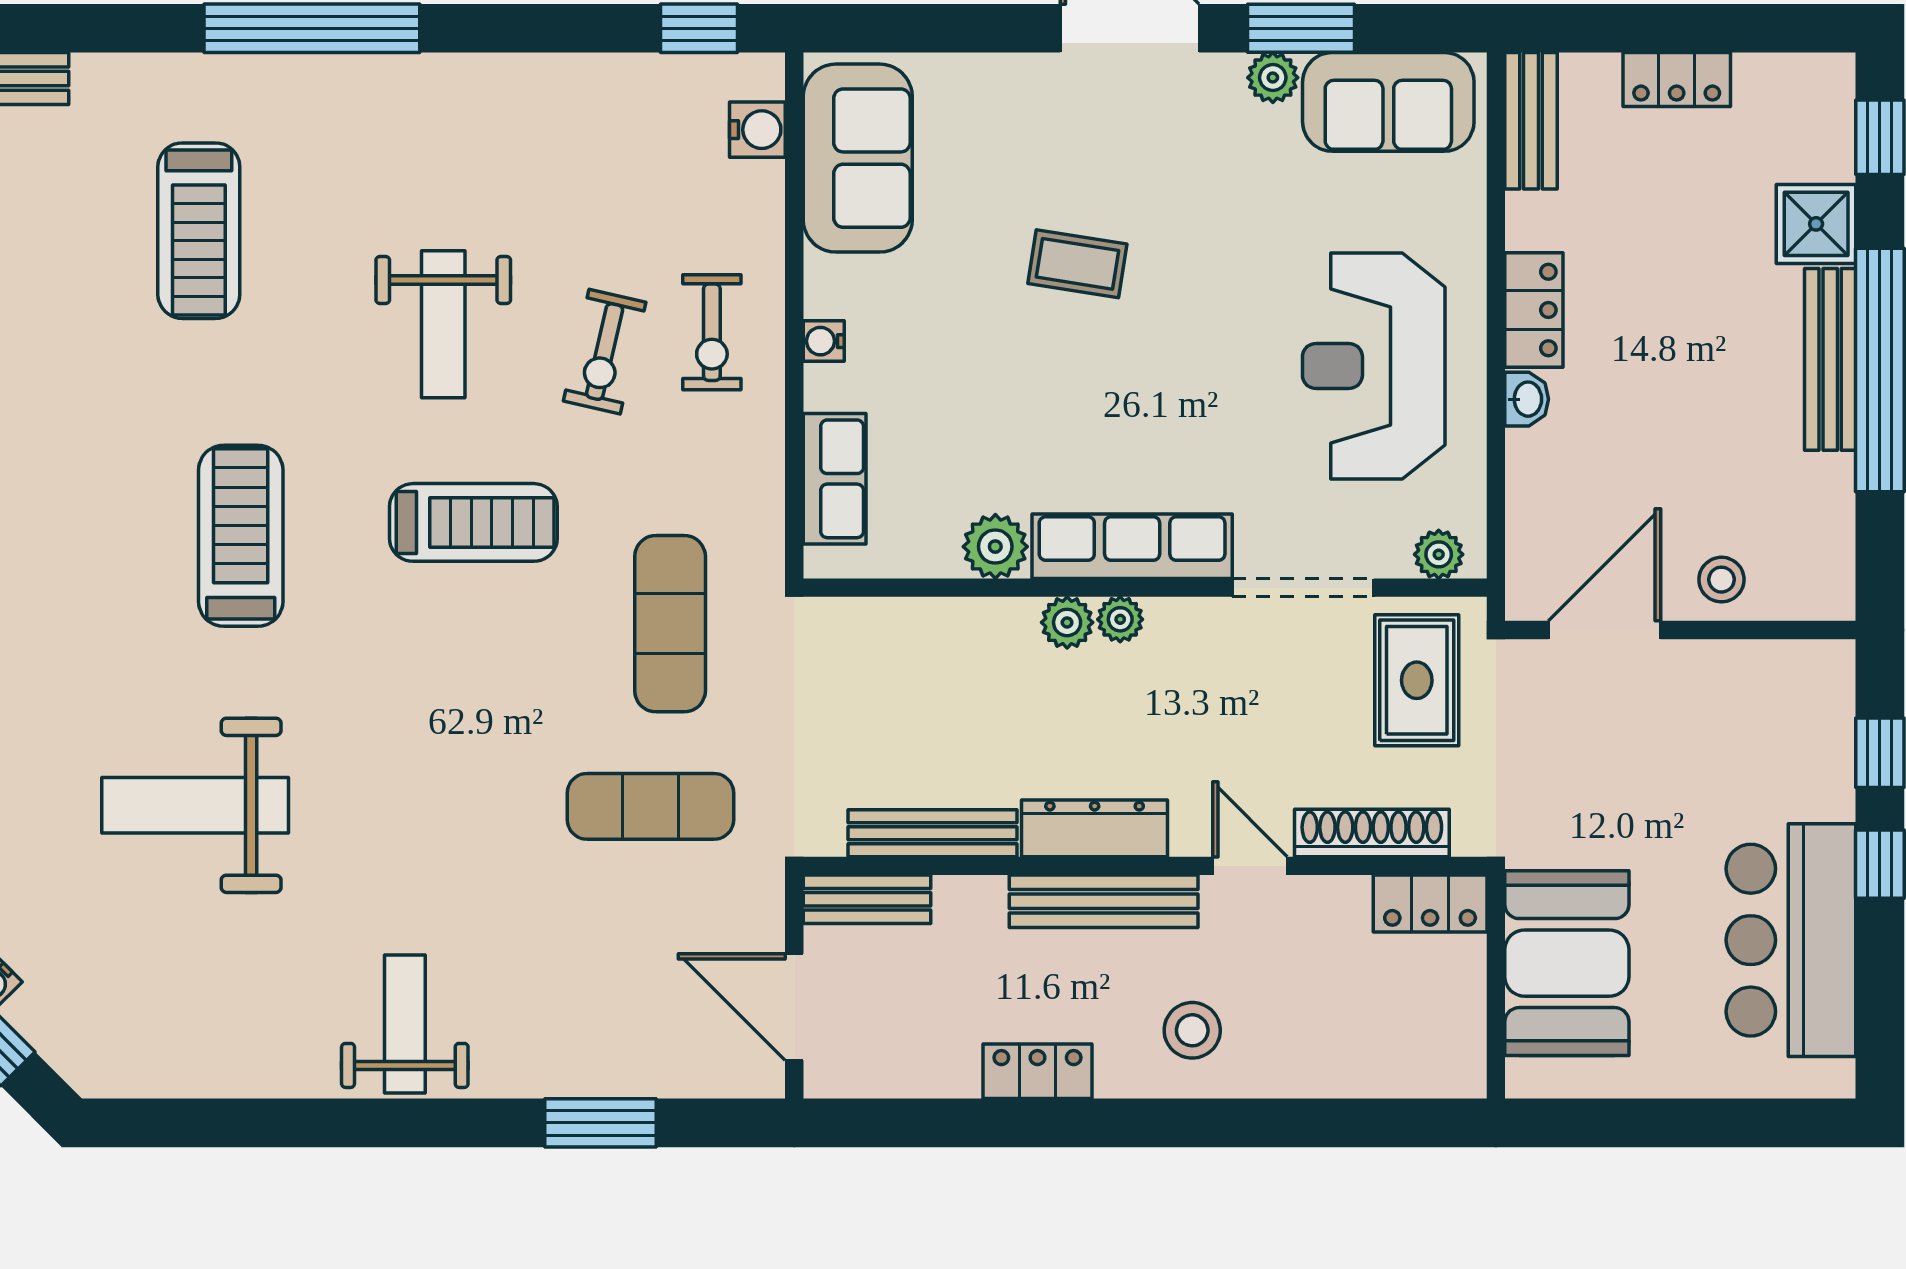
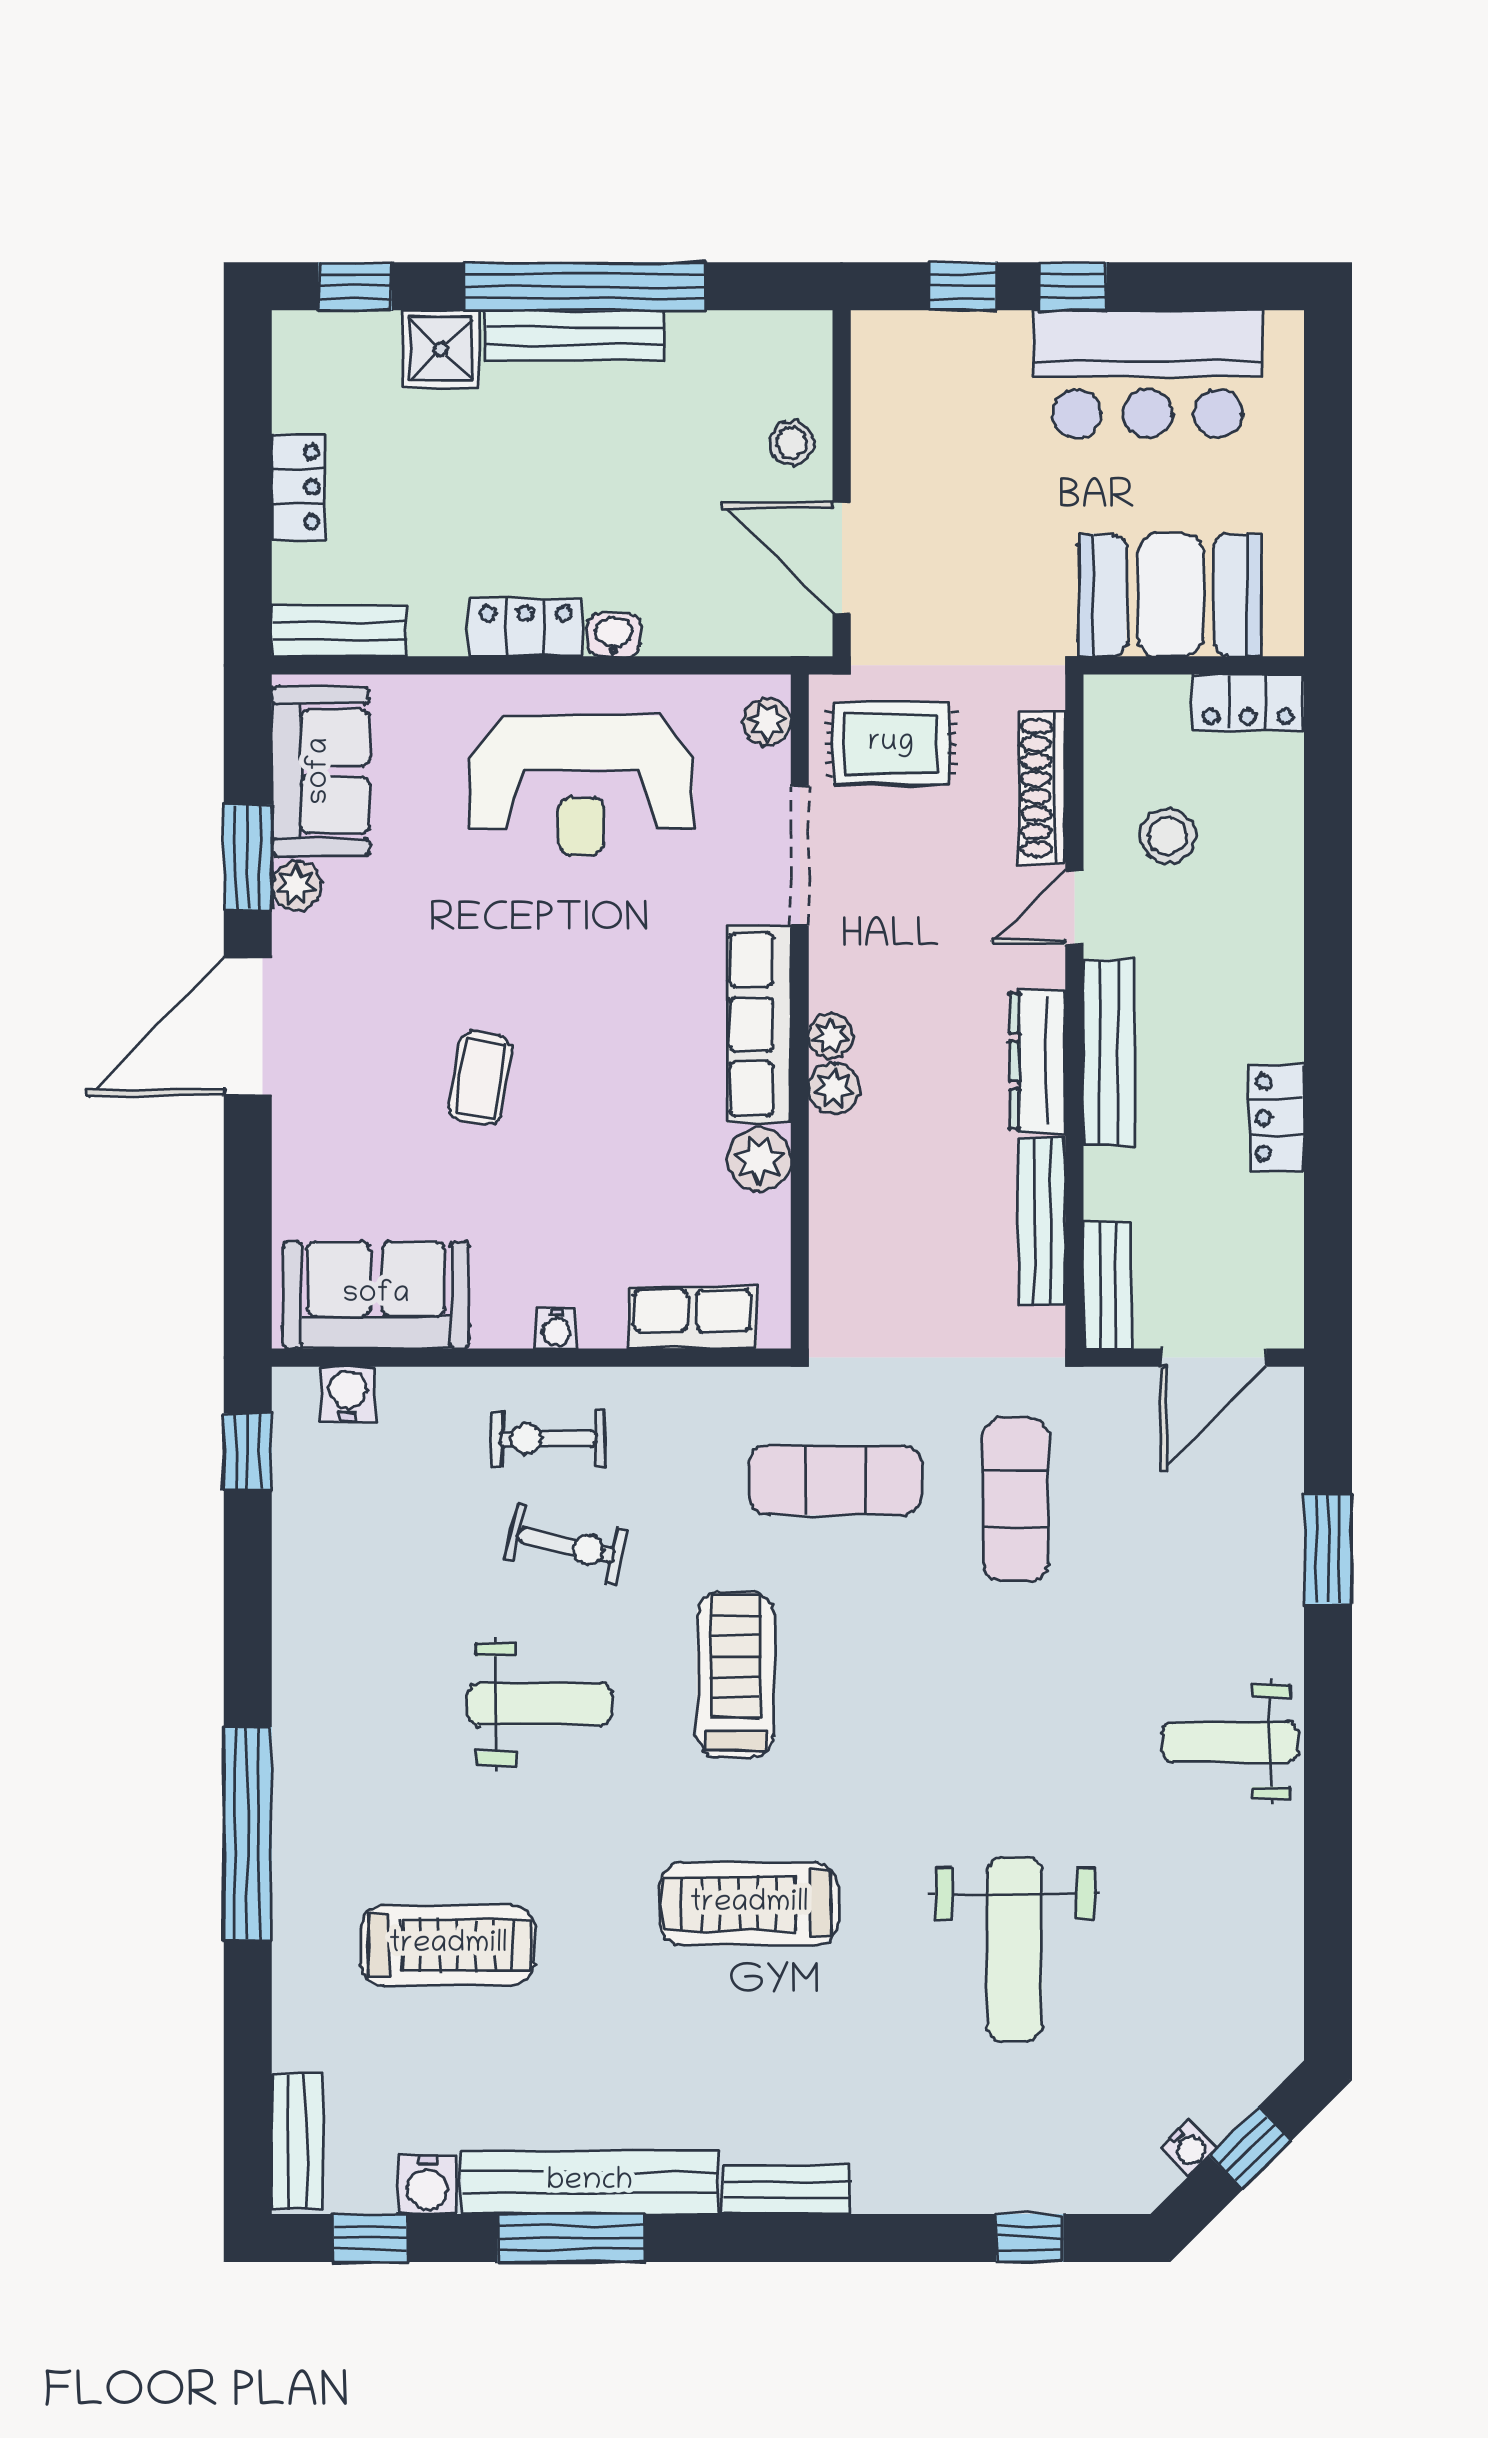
exercise bike: (712, 332) -> (548, 1439), turned 180
locker: (1430, 904) -> (1248, 703), moved, turned 90
stool: (1192, 1030) -> (1168, 836), moved

